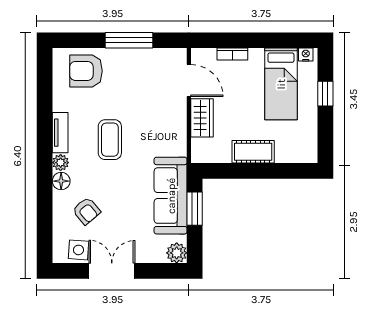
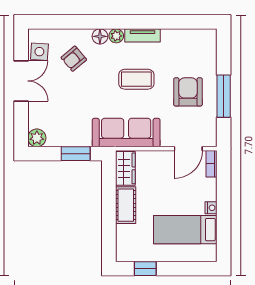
bookcase: (232, 54) -> (212, 164), moved
nightstand: (306, 55) -> (211, 208), moved
armchair: (86, 71) -> (188, 92), moved
window: (325, 94) -> (145, 269), moved
wardrobe: (202, 118) -> (125, 168), moved, turned -90
sofa: (171, 196) -> (126, 133), moved

